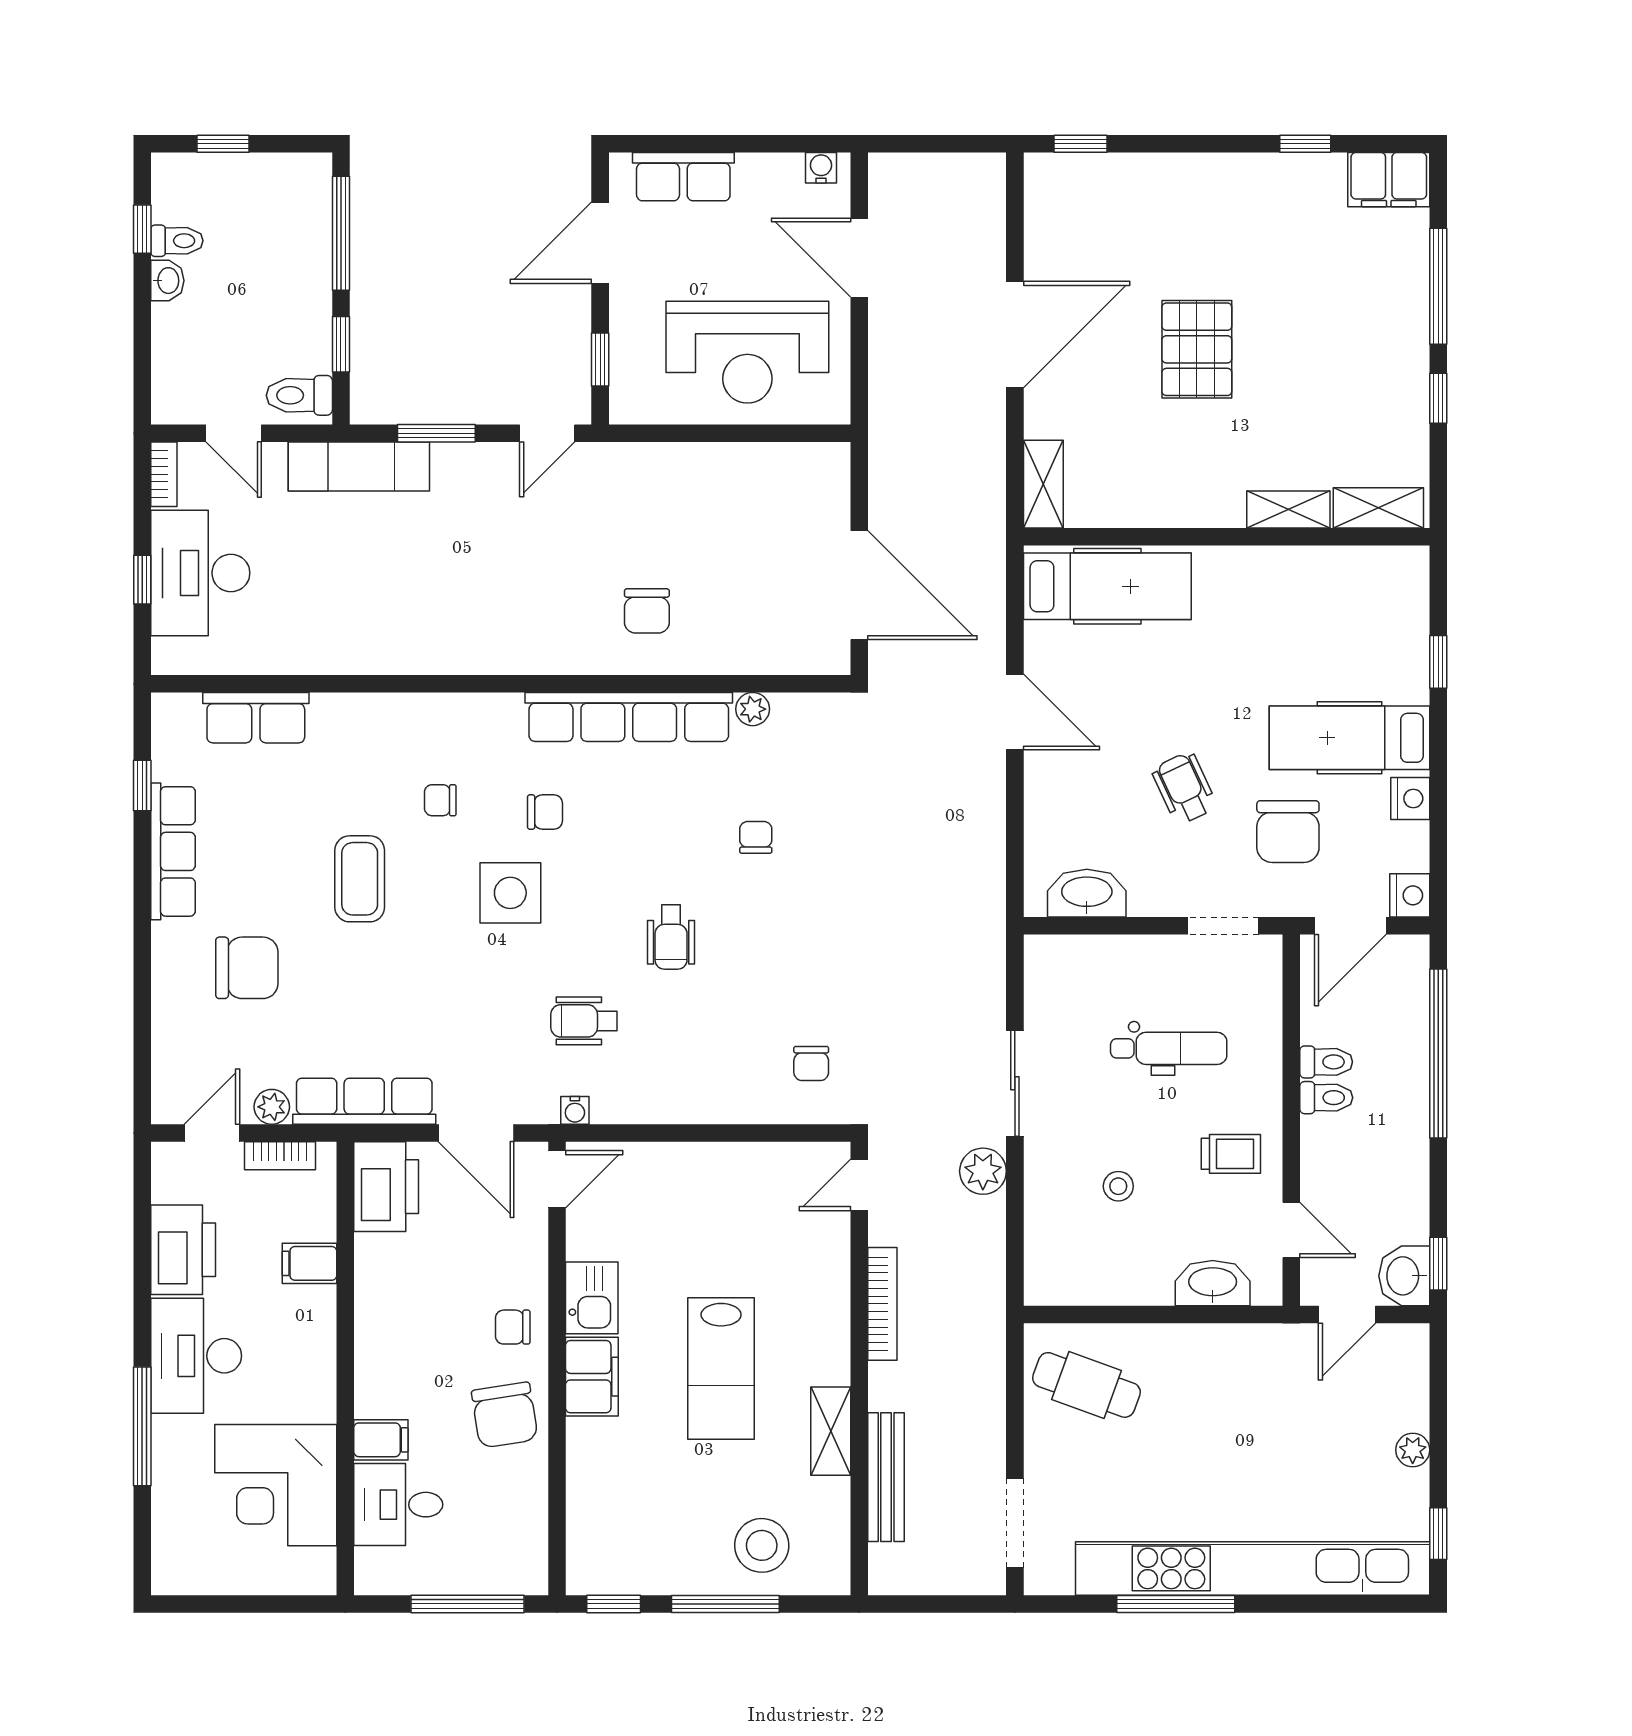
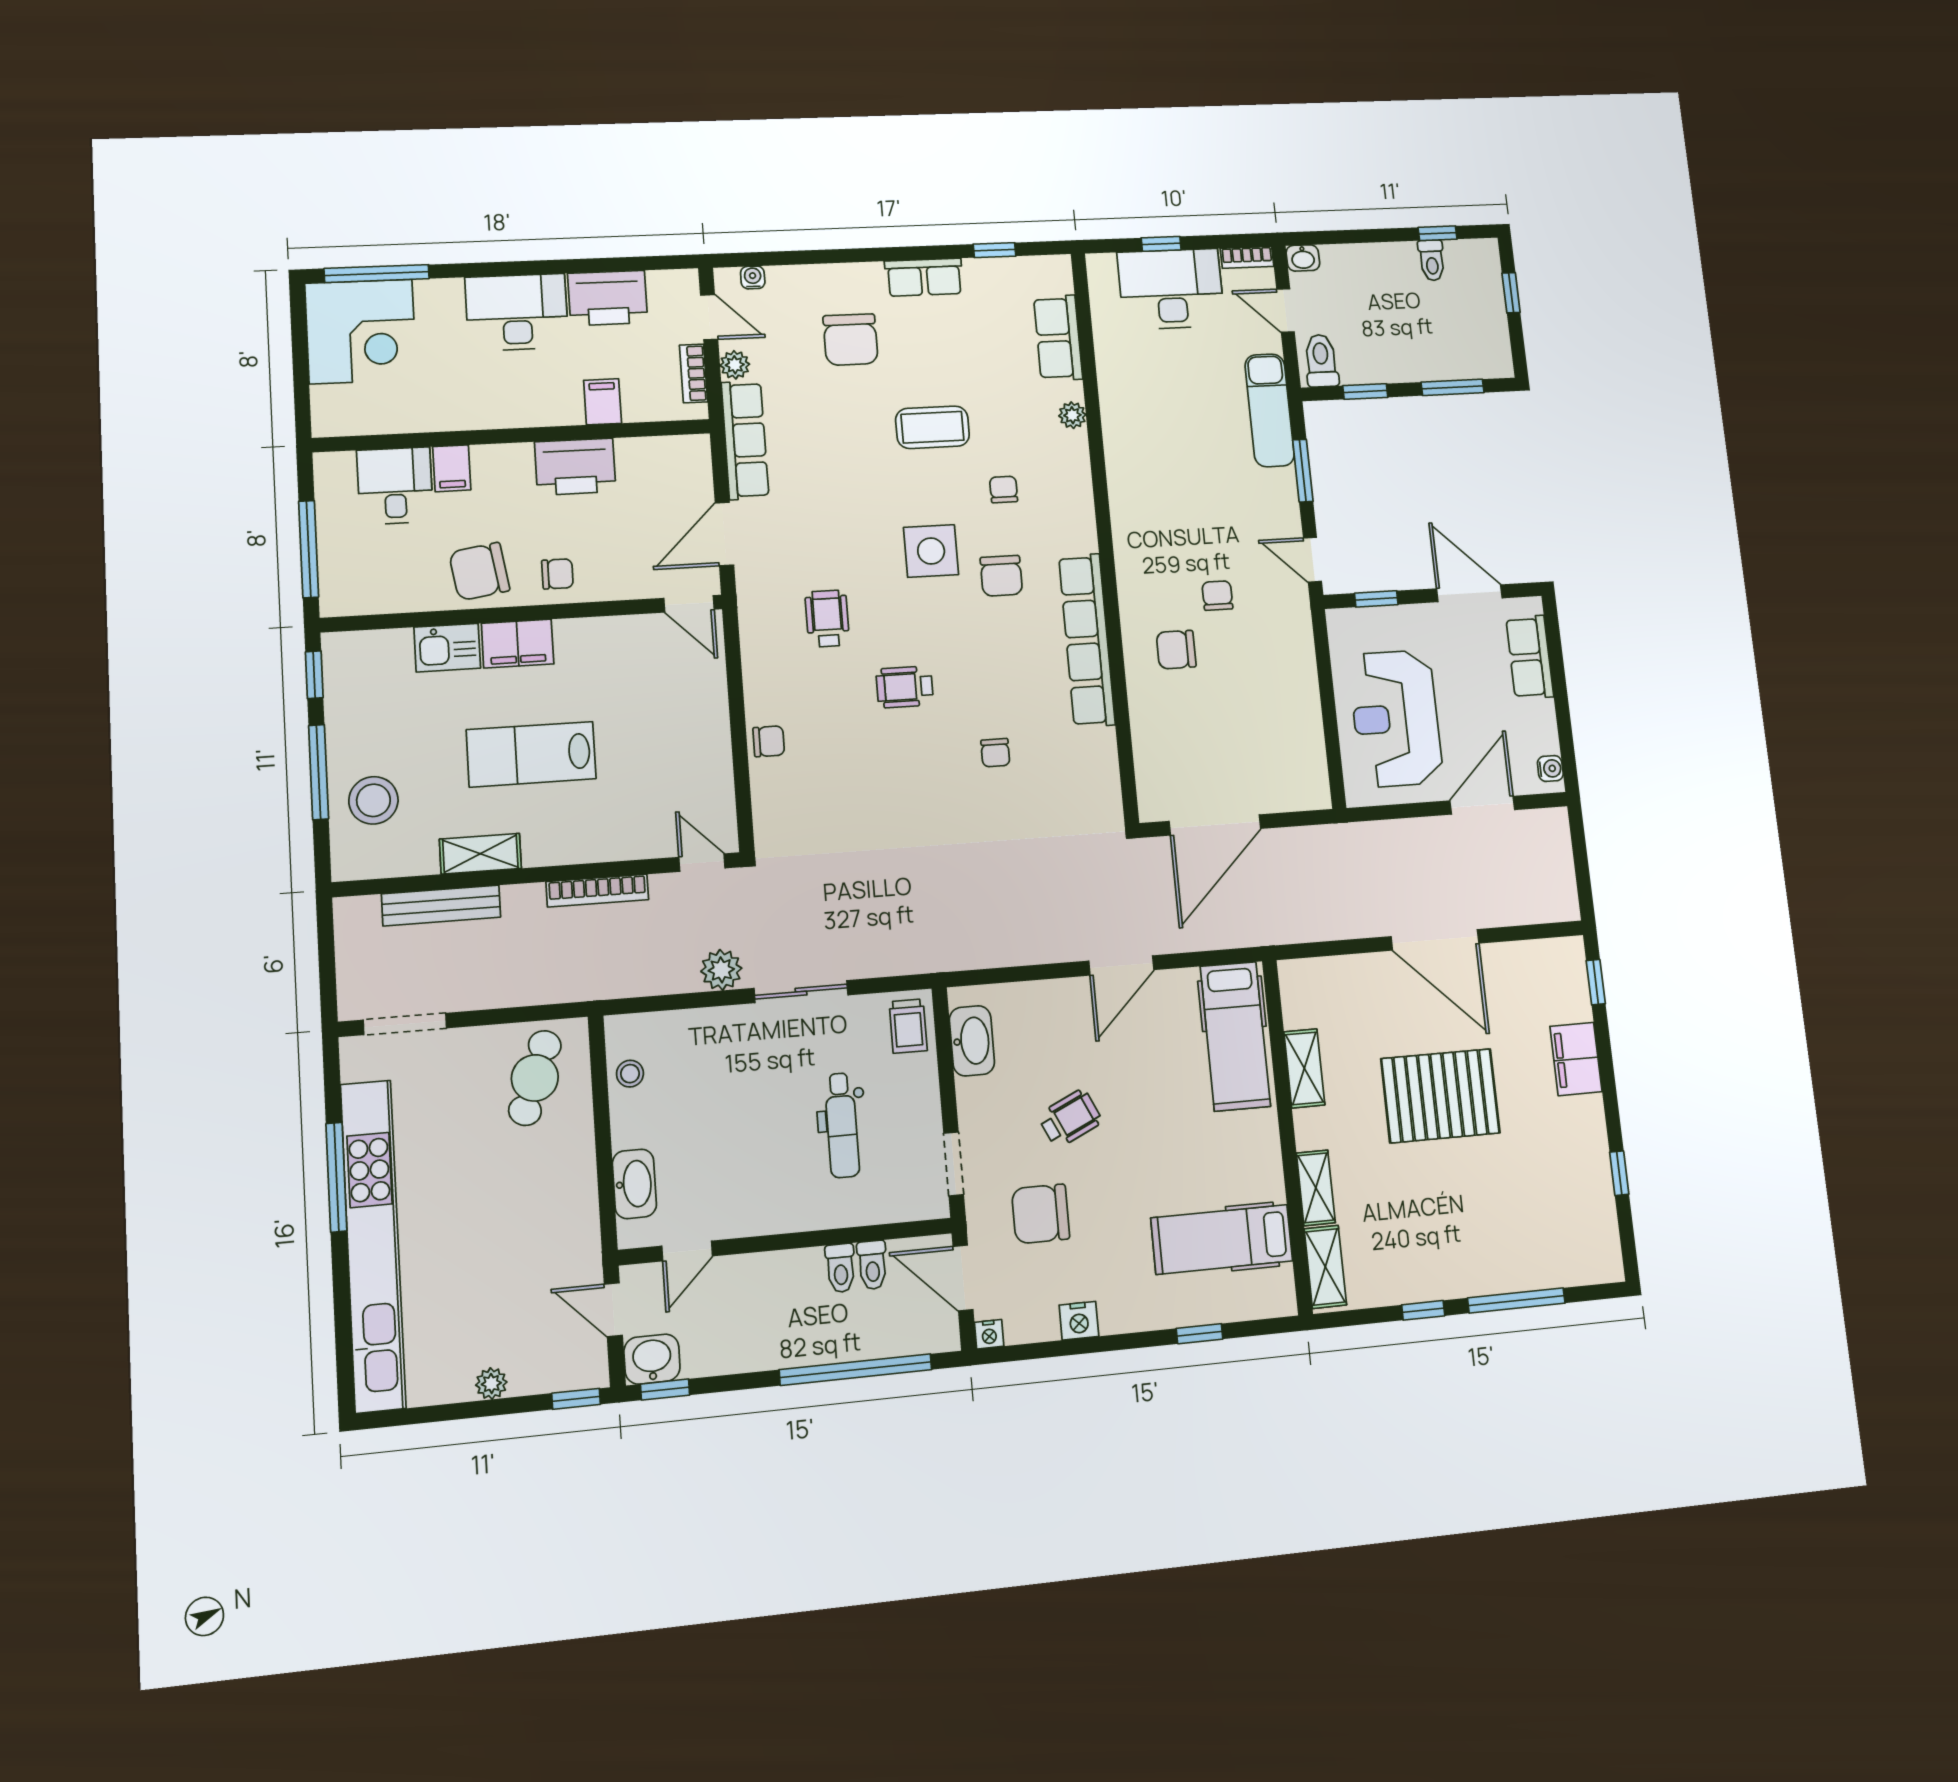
filing cabinet: (1389, 180) -> (1576, 1059), moved
window: (341, 233) -> (1453, 387), width x0.69
washbasin: (167, 281) -> (1303, 258), moved
pallet: (1197, 349) -> (1440, 1096), width x1.37, depth x1.41
door: (234, 433) -> (1286, 311), hinge flipped
shelving: (1043, 484) -> (1304, 1068), moved, turned 90
chair: (584, 554) -> (1217, 596), added
plant: (753, 709) -> (1072, 415), moved
hospital bed: (1349, 738) -> (1222, 1239), moved, turned -90
chair: (545, 812) -> (1001, 576), width x1.37, depth x1.37
chair: (756, 837) -> (995, 753), turned 90
row of seats: (173, 851) -> (924, 277), width x0.68
nightstand: (1410, 895) -> (989, 1334), width x0.72, depth x0.74
chair: (811, 1063) -> (769, 741), moved, turned 180
toilet: (1326, 1098) -> (872, 1265), moved
water cooler: (575, 1110) -> (753, 277), moved, turned 90
trolley: (1231, 1154) -> (908, 1026), moved
stool: (1118, 1186) -> (630, 1074), moved
printer: (386, 1187) -> (575, 467), moved
kitchen sink: (592, 1298) -> (447, 648), moved
chair: (513, 1327) -> (557, 574), turned 90
window: (142, 1426) -> (377, 274), moved
corner desk: (276, 1485) -> (361, 331), moved, turned 180
window: (1438, 1534) -> (576, 1399), moved

